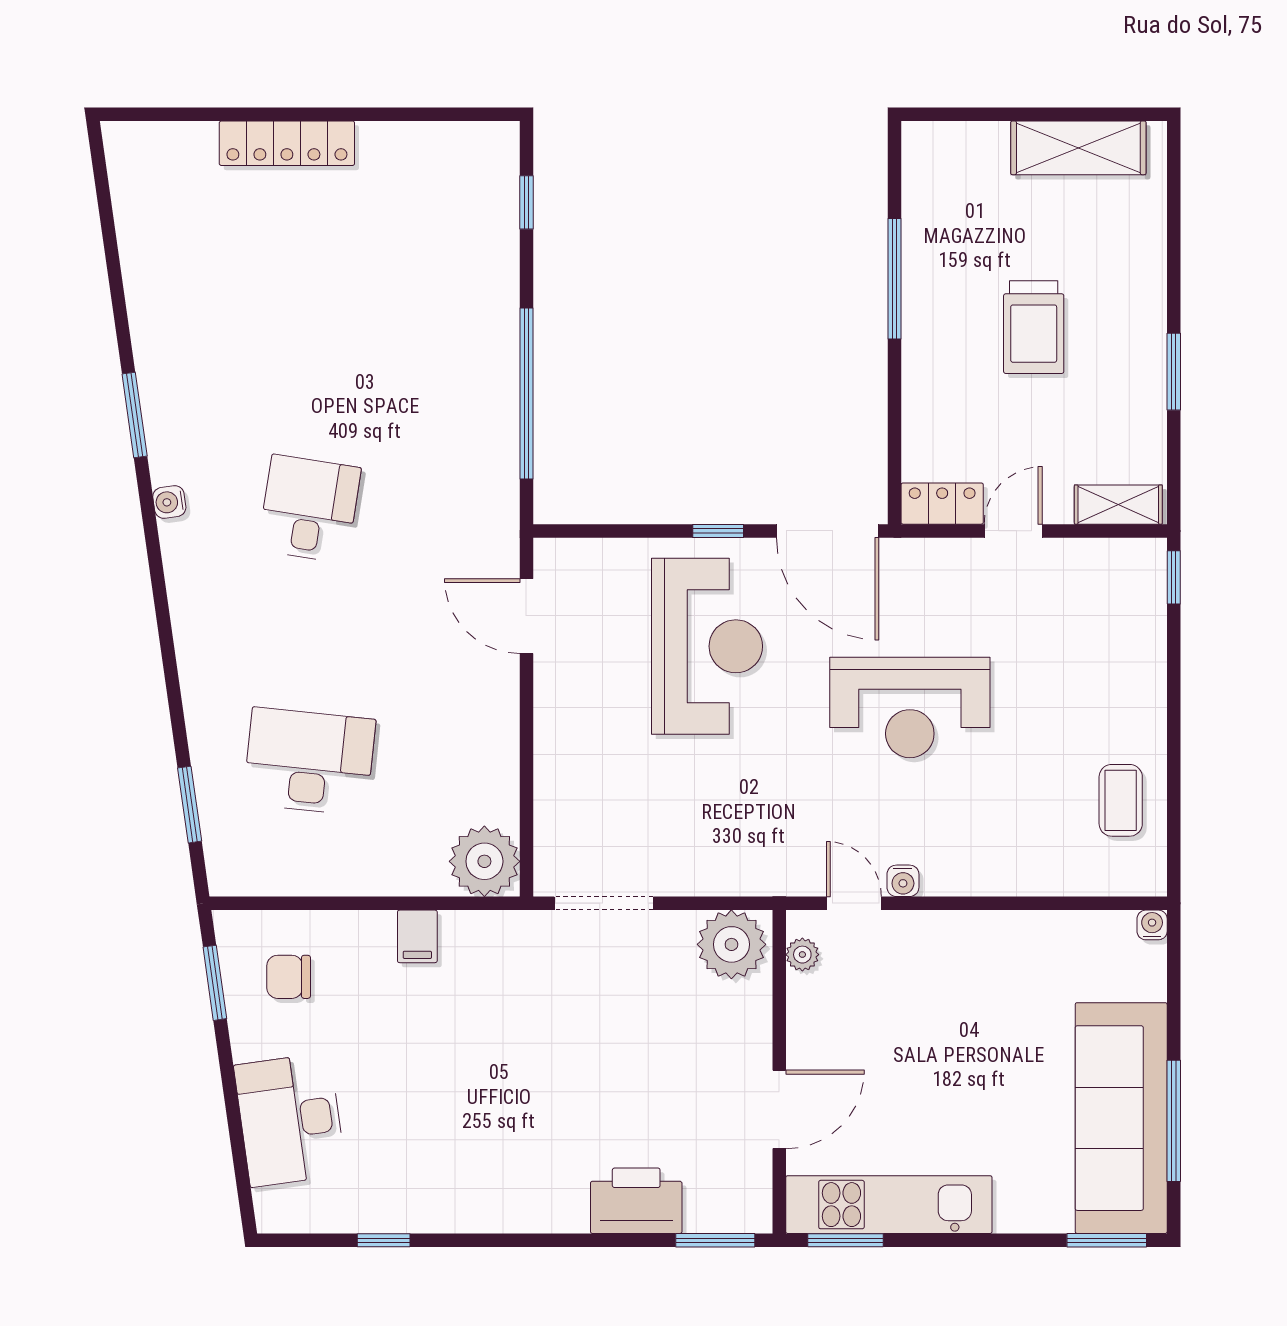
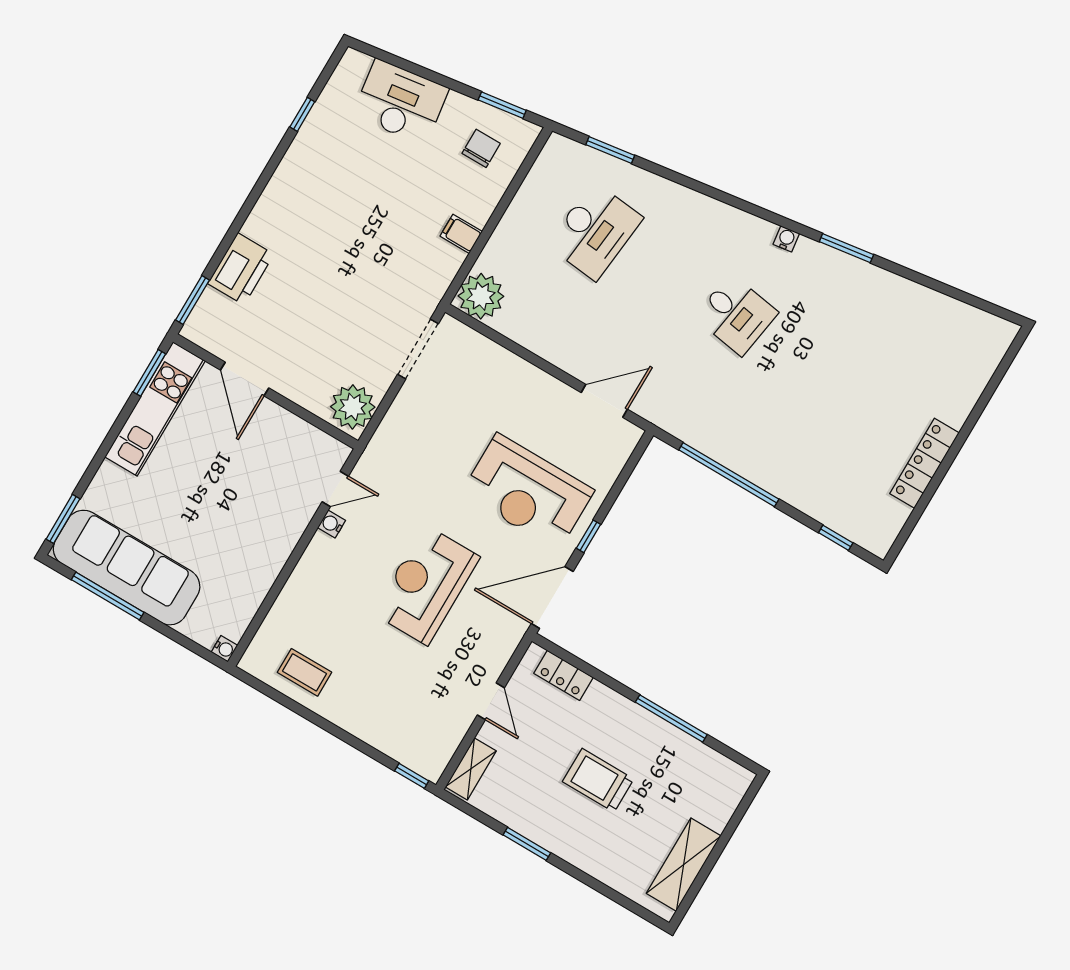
locker: (287, 143) -> (924, 463), moved
locker: (942, 504) -> (564, 675), moved, turned 90
plant: (802, 955) -> (324, 443), removed

